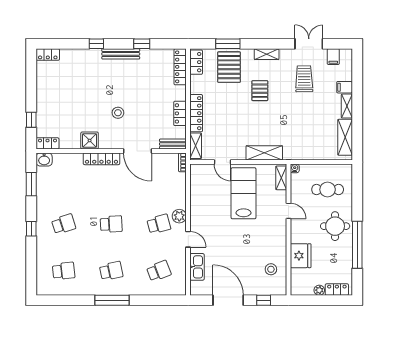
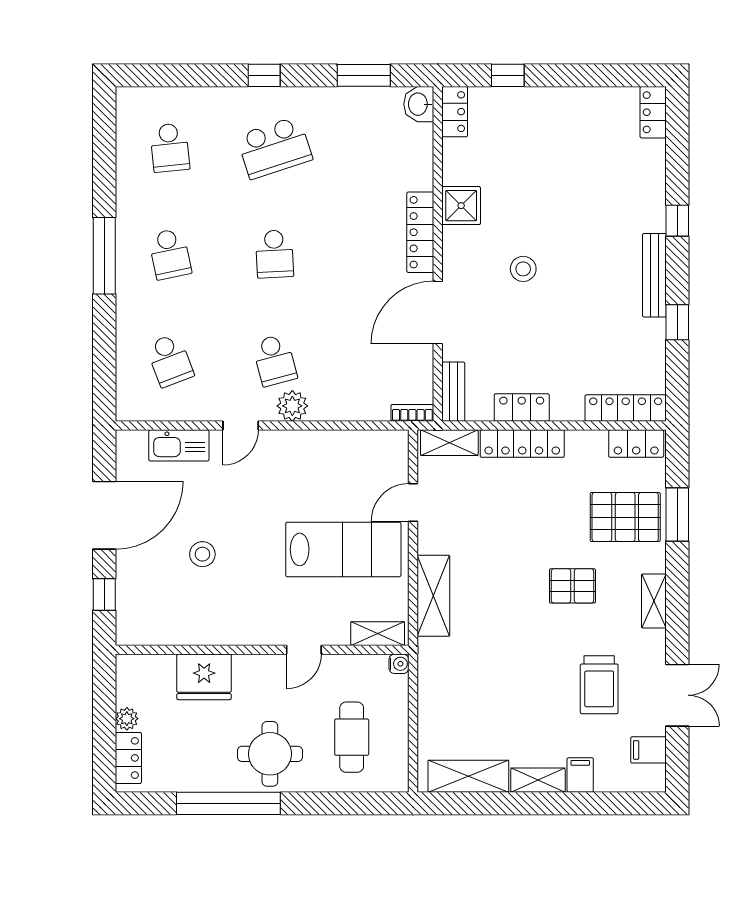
trolley: (304, 79) -> (599, 685), turned 91
school desk: (64, 224) -> (275, 148), width x1.85
stool: (271, 269) -> (202, 554), moved

